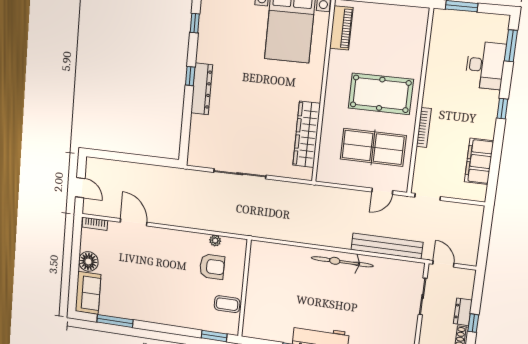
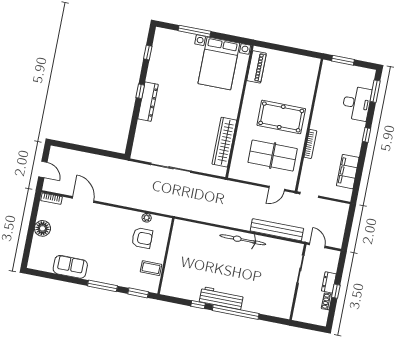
sofa: (88, 293) -> (70, 267), moved, turned -90
window: (115, 321) -> (102, 286), moved

